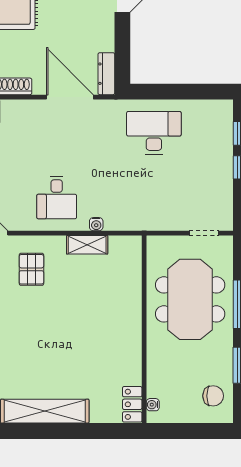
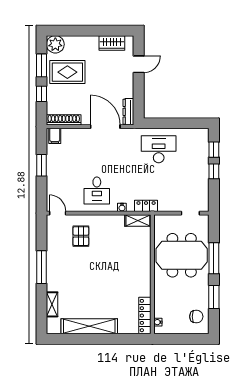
locker: (134, 222) -> (146, 206), added
shelving: (87, 245) -> (138, 220), moved
meeting table: (190, 299) -> (182, 255), turned 90
locker: (132, 404) -> (145, 316), width x1.53

